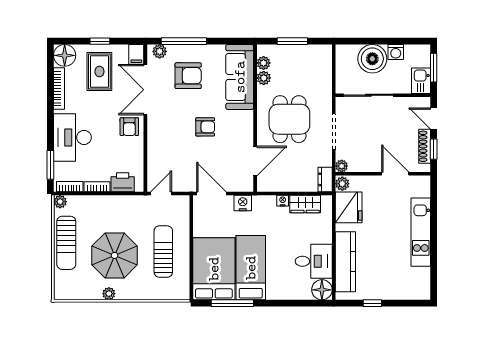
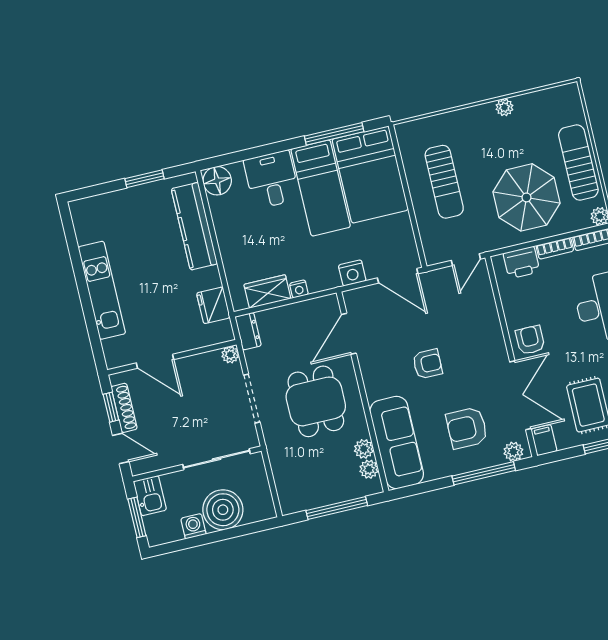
window: (292, 41) -> (337, 508), width x1.44
armchair: (205, 127) -> (427, 364), turned 180
plant: (342, 184) -> (224, 331), removed
fridge: (349, 207) -> (213, 305), width x0.73, depth x0.75
parasol: (115, 255) -> (526, 197), moved
desk: (314, 261) -> (272, 180), moved, turned 90
window: (372, 303) -> (145, 179), width x1.50

